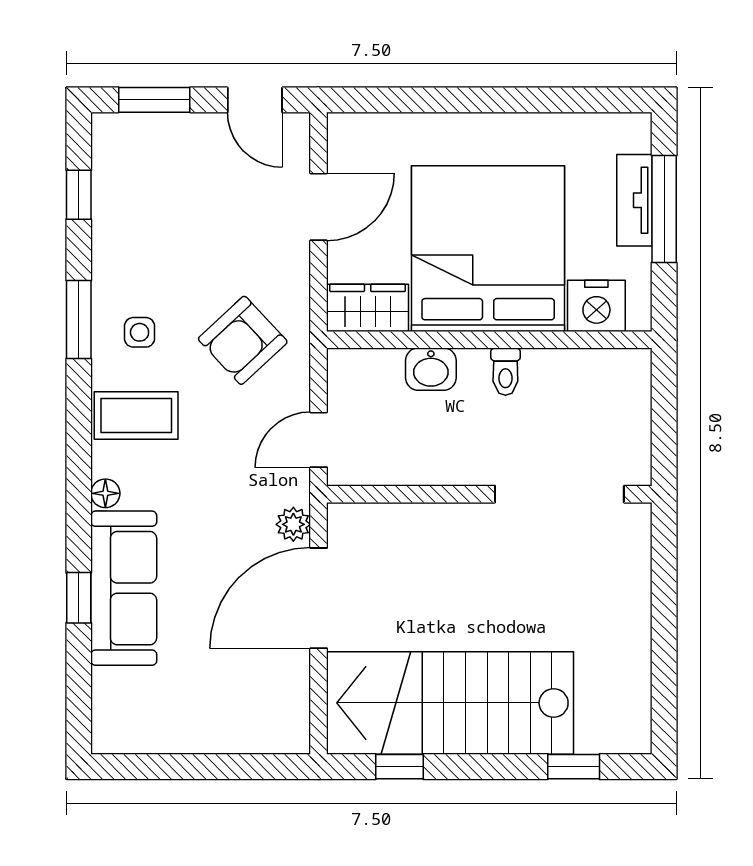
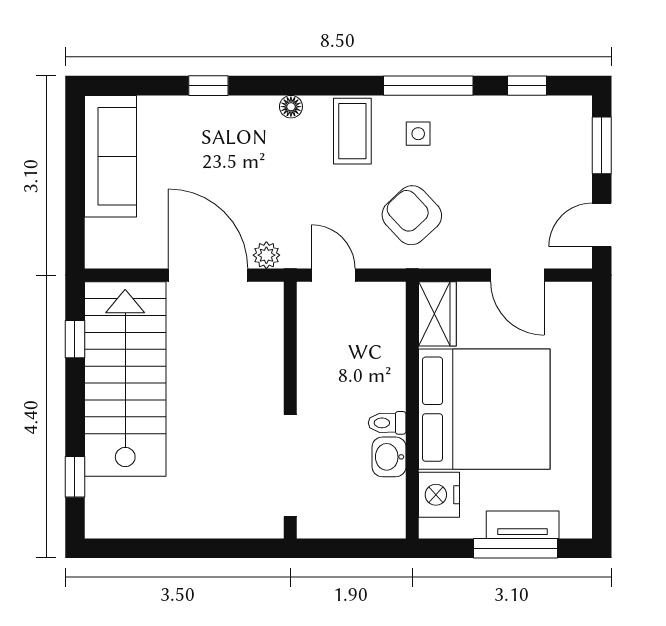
window: (79, 319) -> (428, 86), width x1.44
washbasin: (431, 369) -> (389, 457), moved
sofa: (124, 588) -> (111, 156), moved, turned -90

